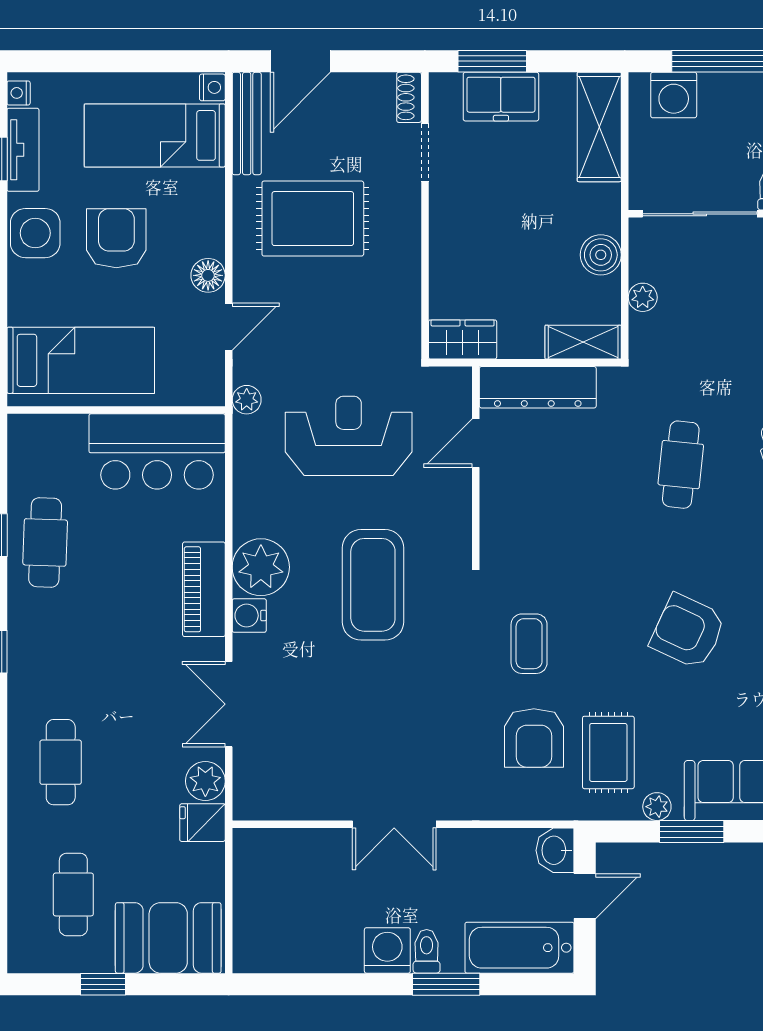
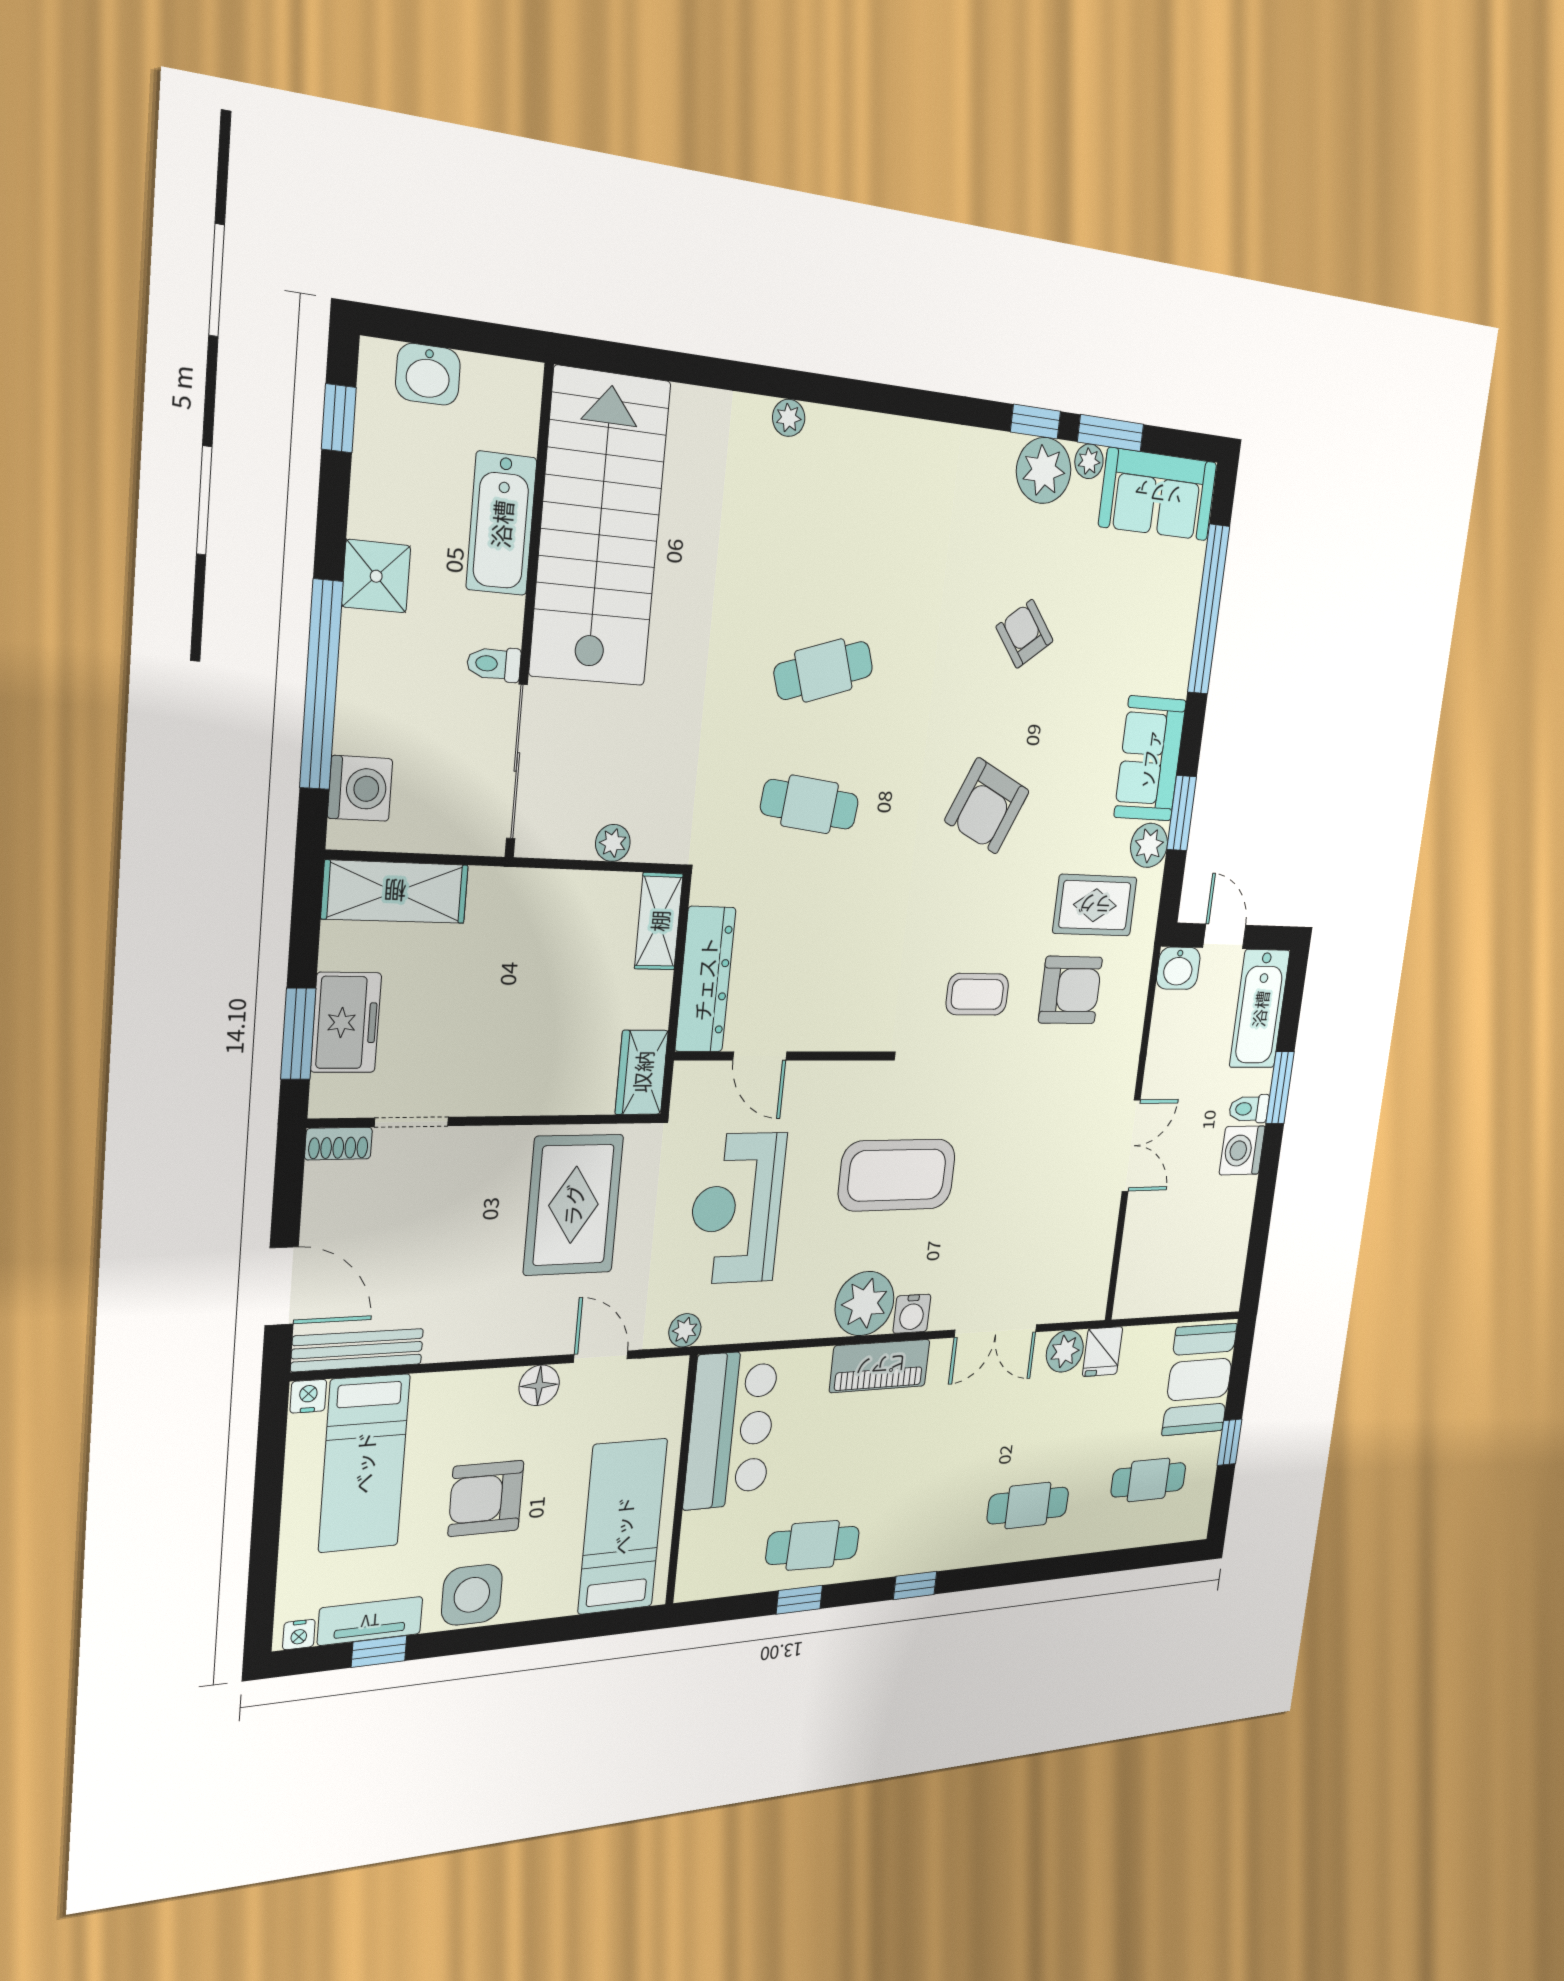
rug: (313, 219) -> (573, 1205), moved
boiler: (601, 255) -> (557, 895), removed
plant: (657, 807) -> (1149, 845), width x1.38, depth x1.38

